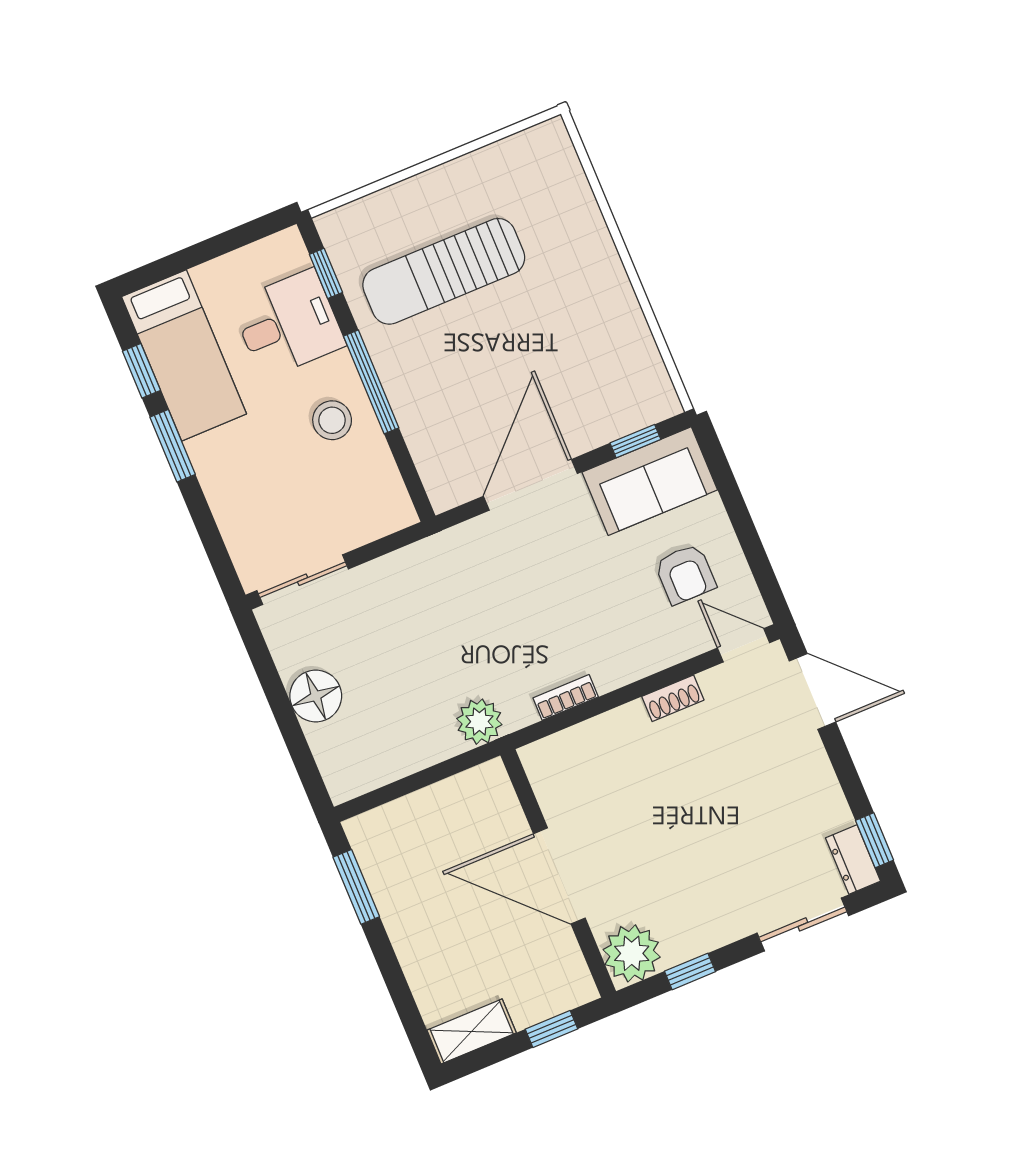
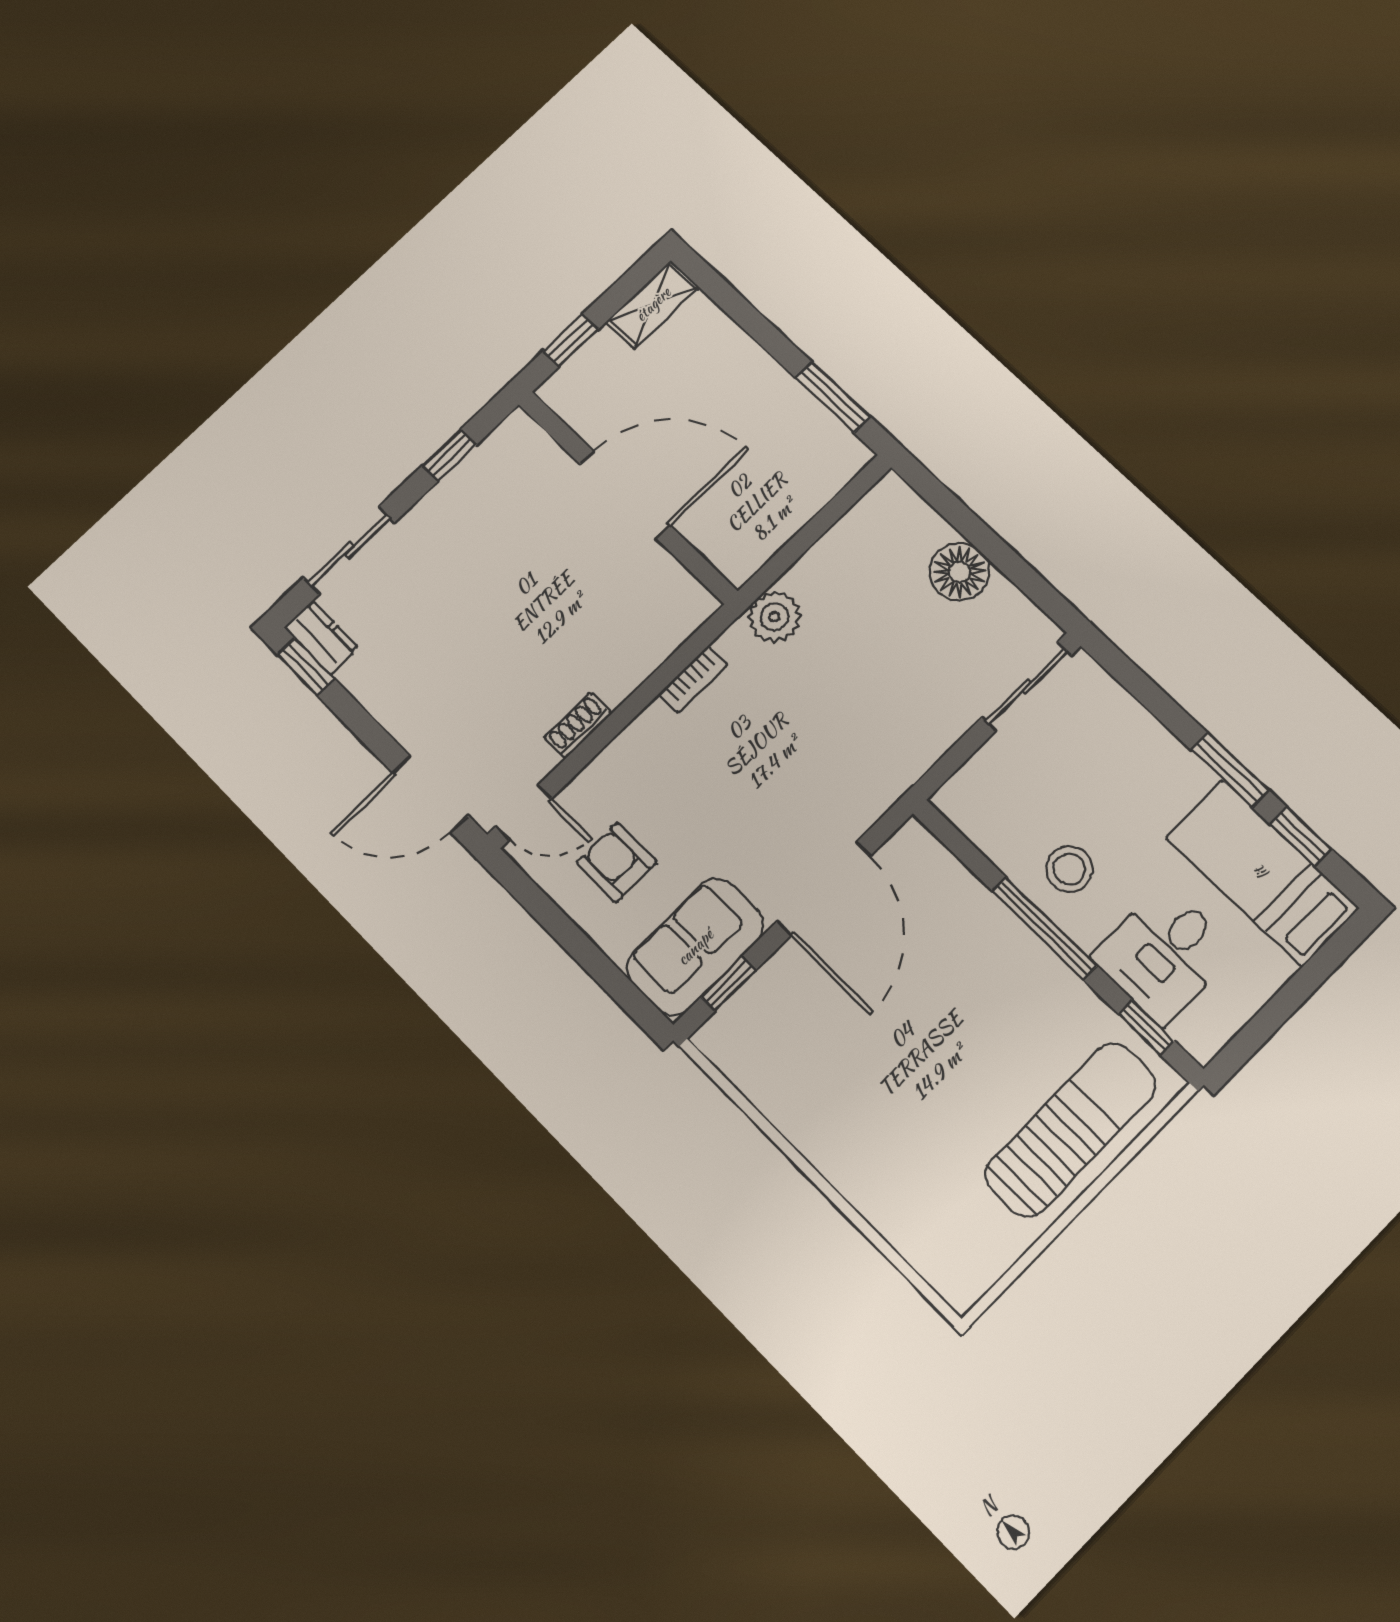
sun lounger: (444, 271) -> (1071, 1130), moved
plant: (632, 953) -> (518, 448), removed

